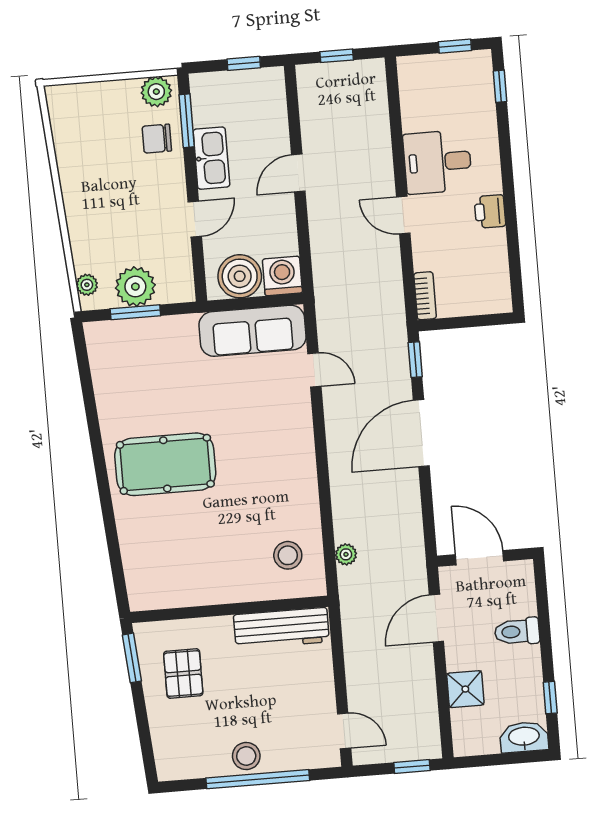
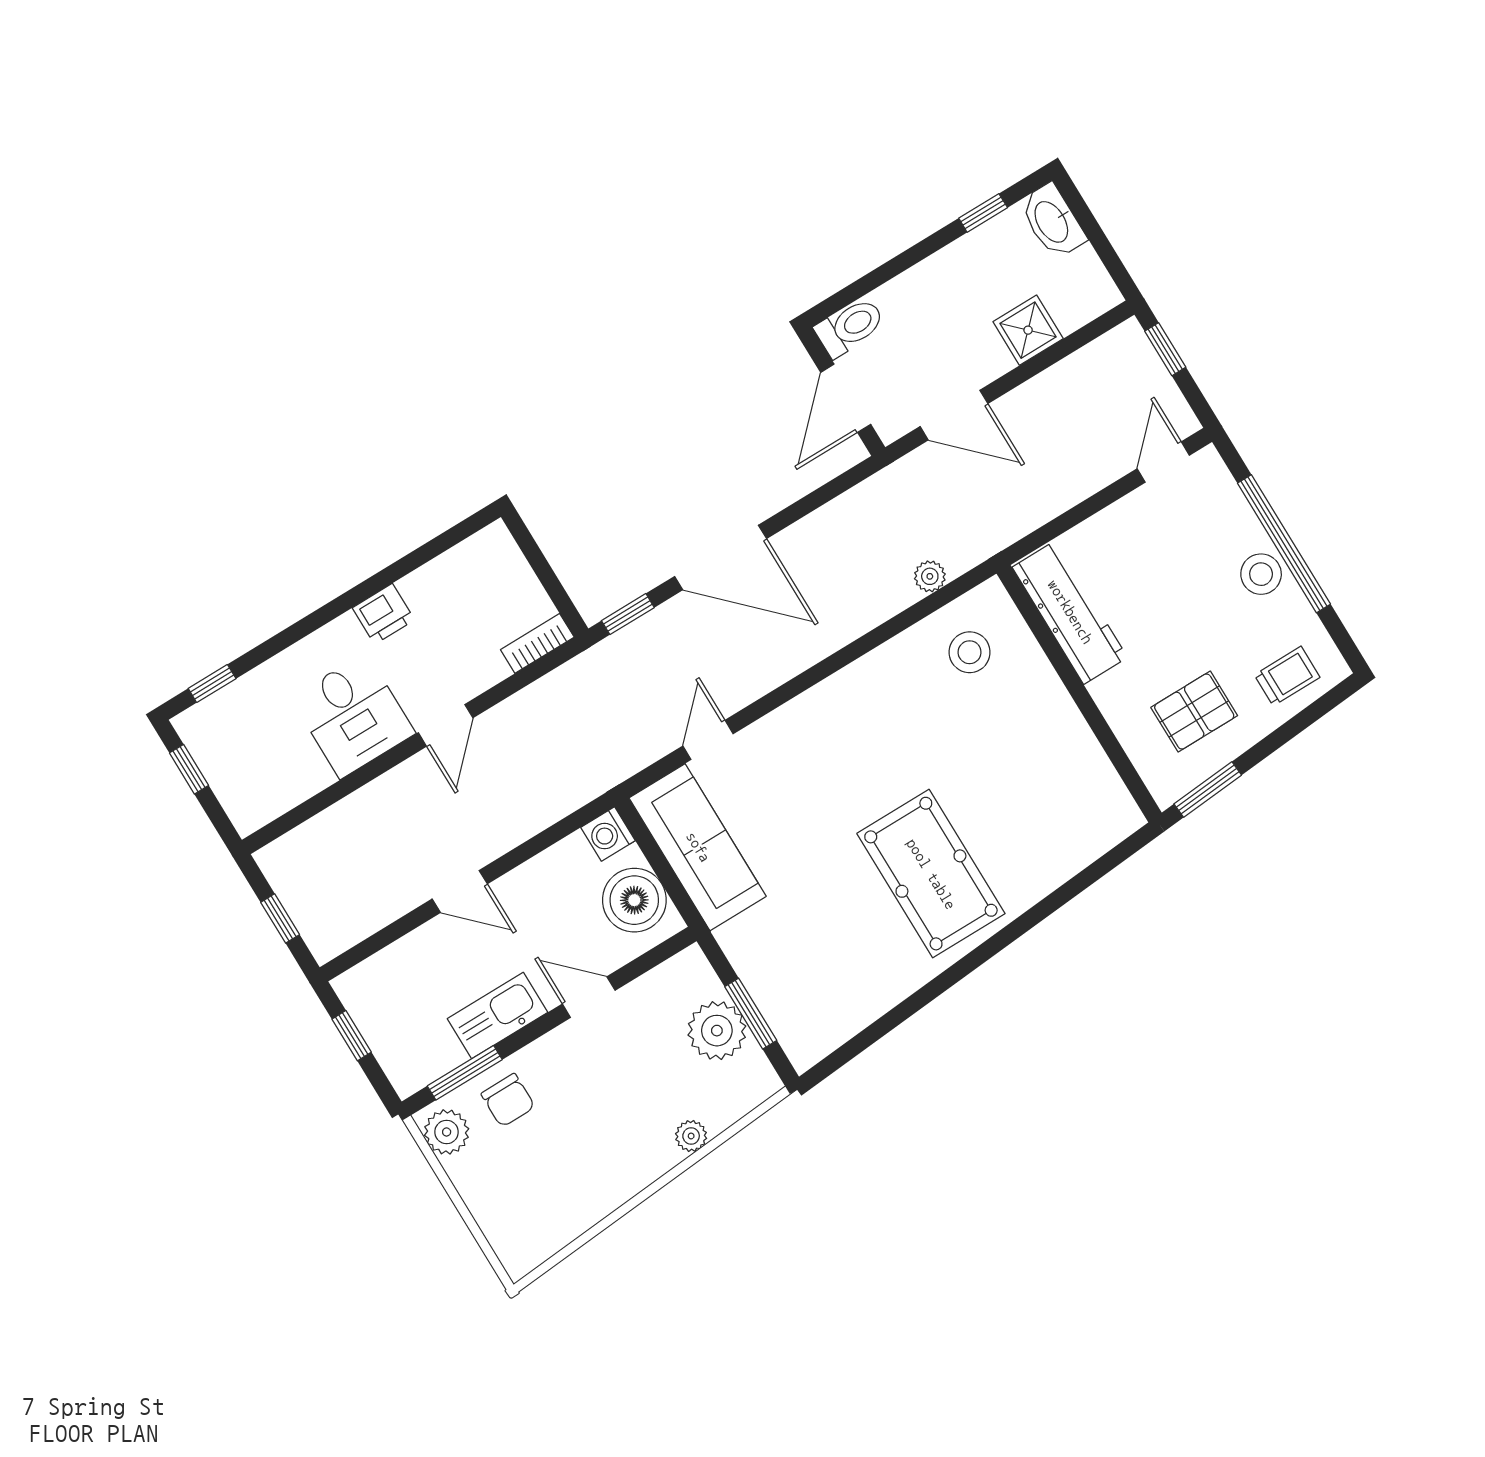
washing machine: (282, 276) -> (608, 834), width x0.73, depth x0.73
plant: (87, 285) -> (691, 1136), moved
toilet: (517, 632) -> (850, 327), moved, turned -90
trolley: (176, 741) -> (1287, 676), added

